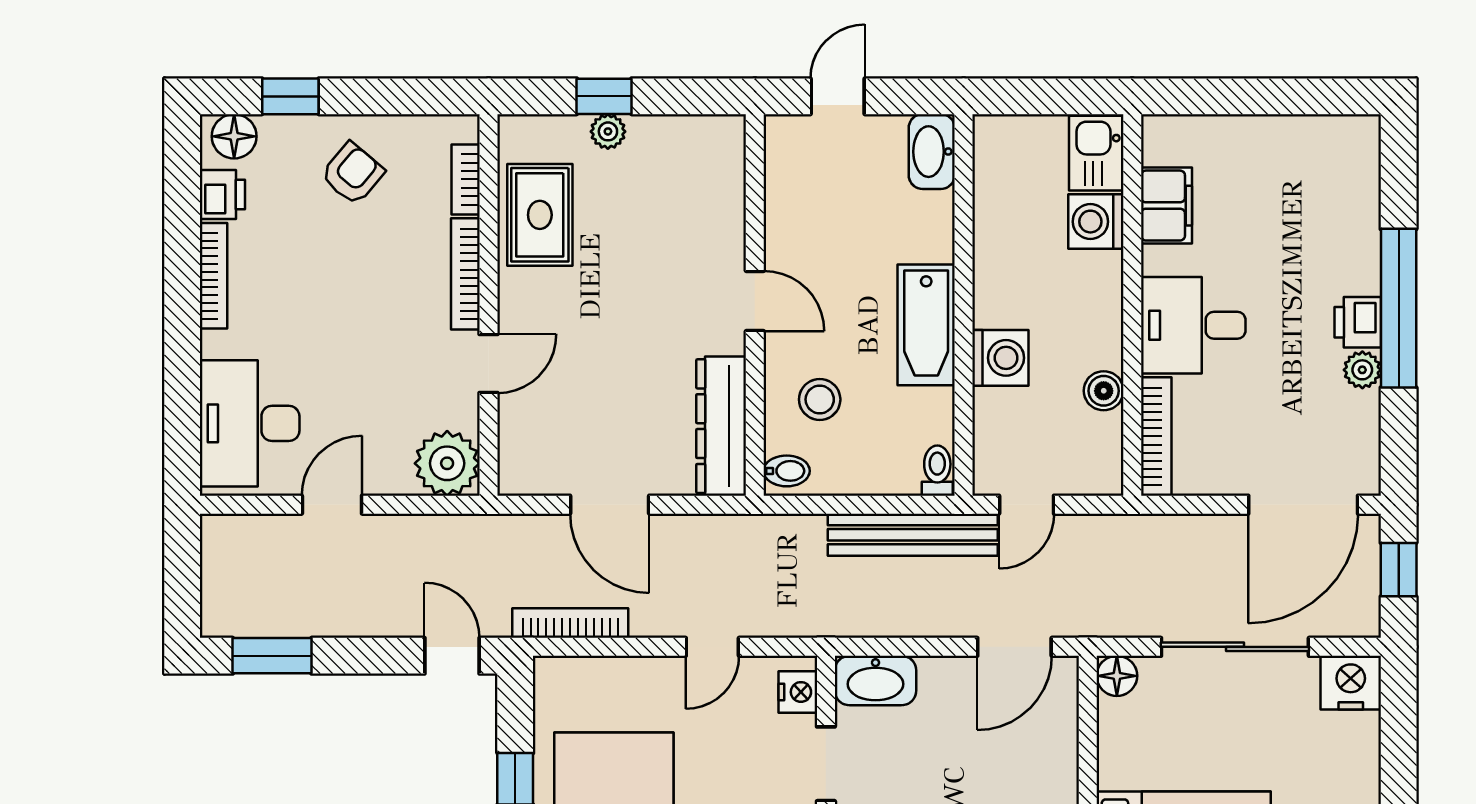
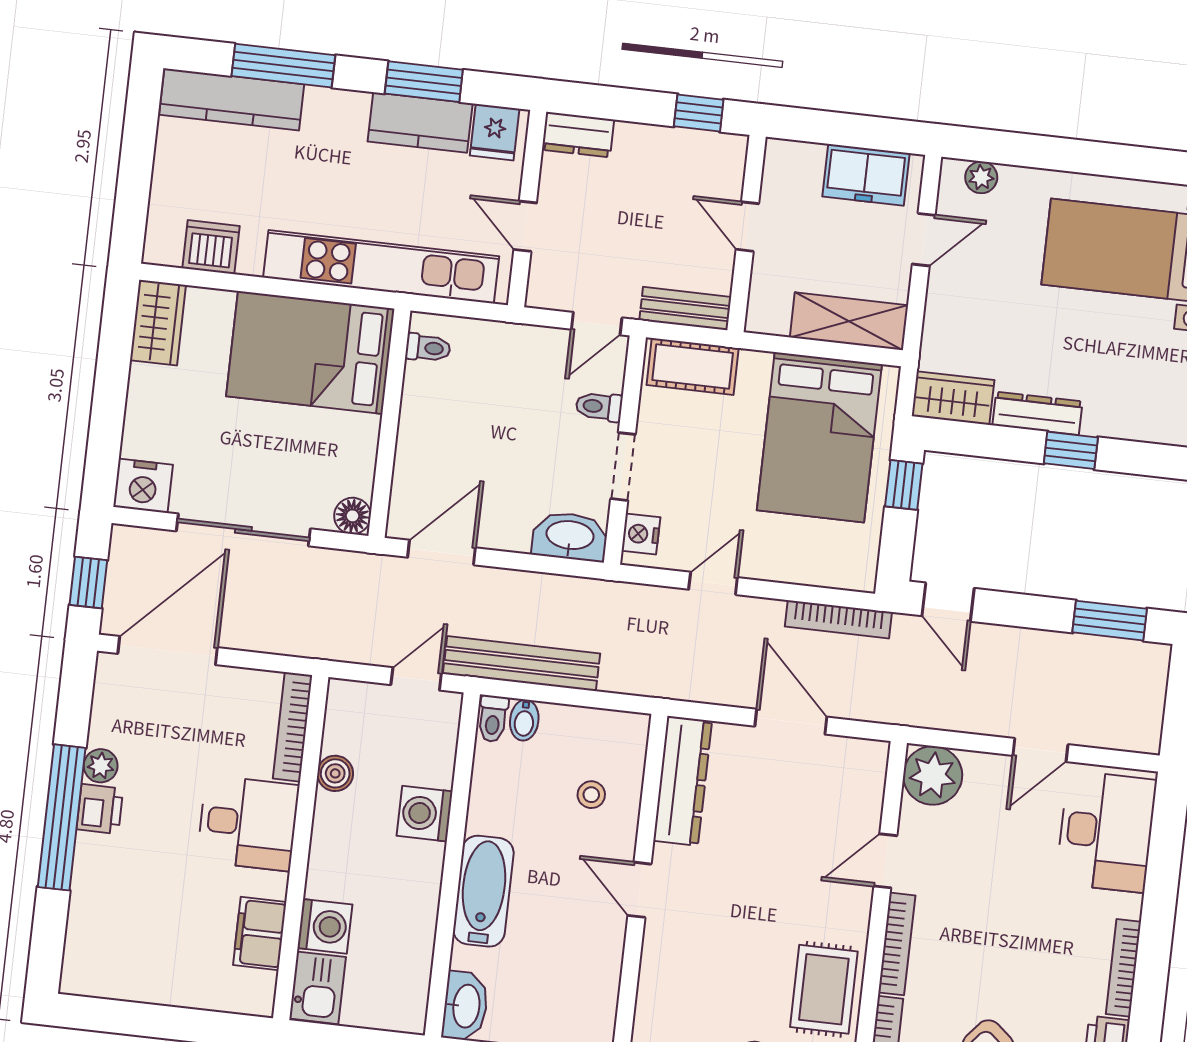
bathtub: (926, 325) -> (483, 891), moved
stool: (820, 399) -> (591, 795), width x0.73, depth x0.73
bidet: (787, 471) -> (524, 720), moved, turned -90

